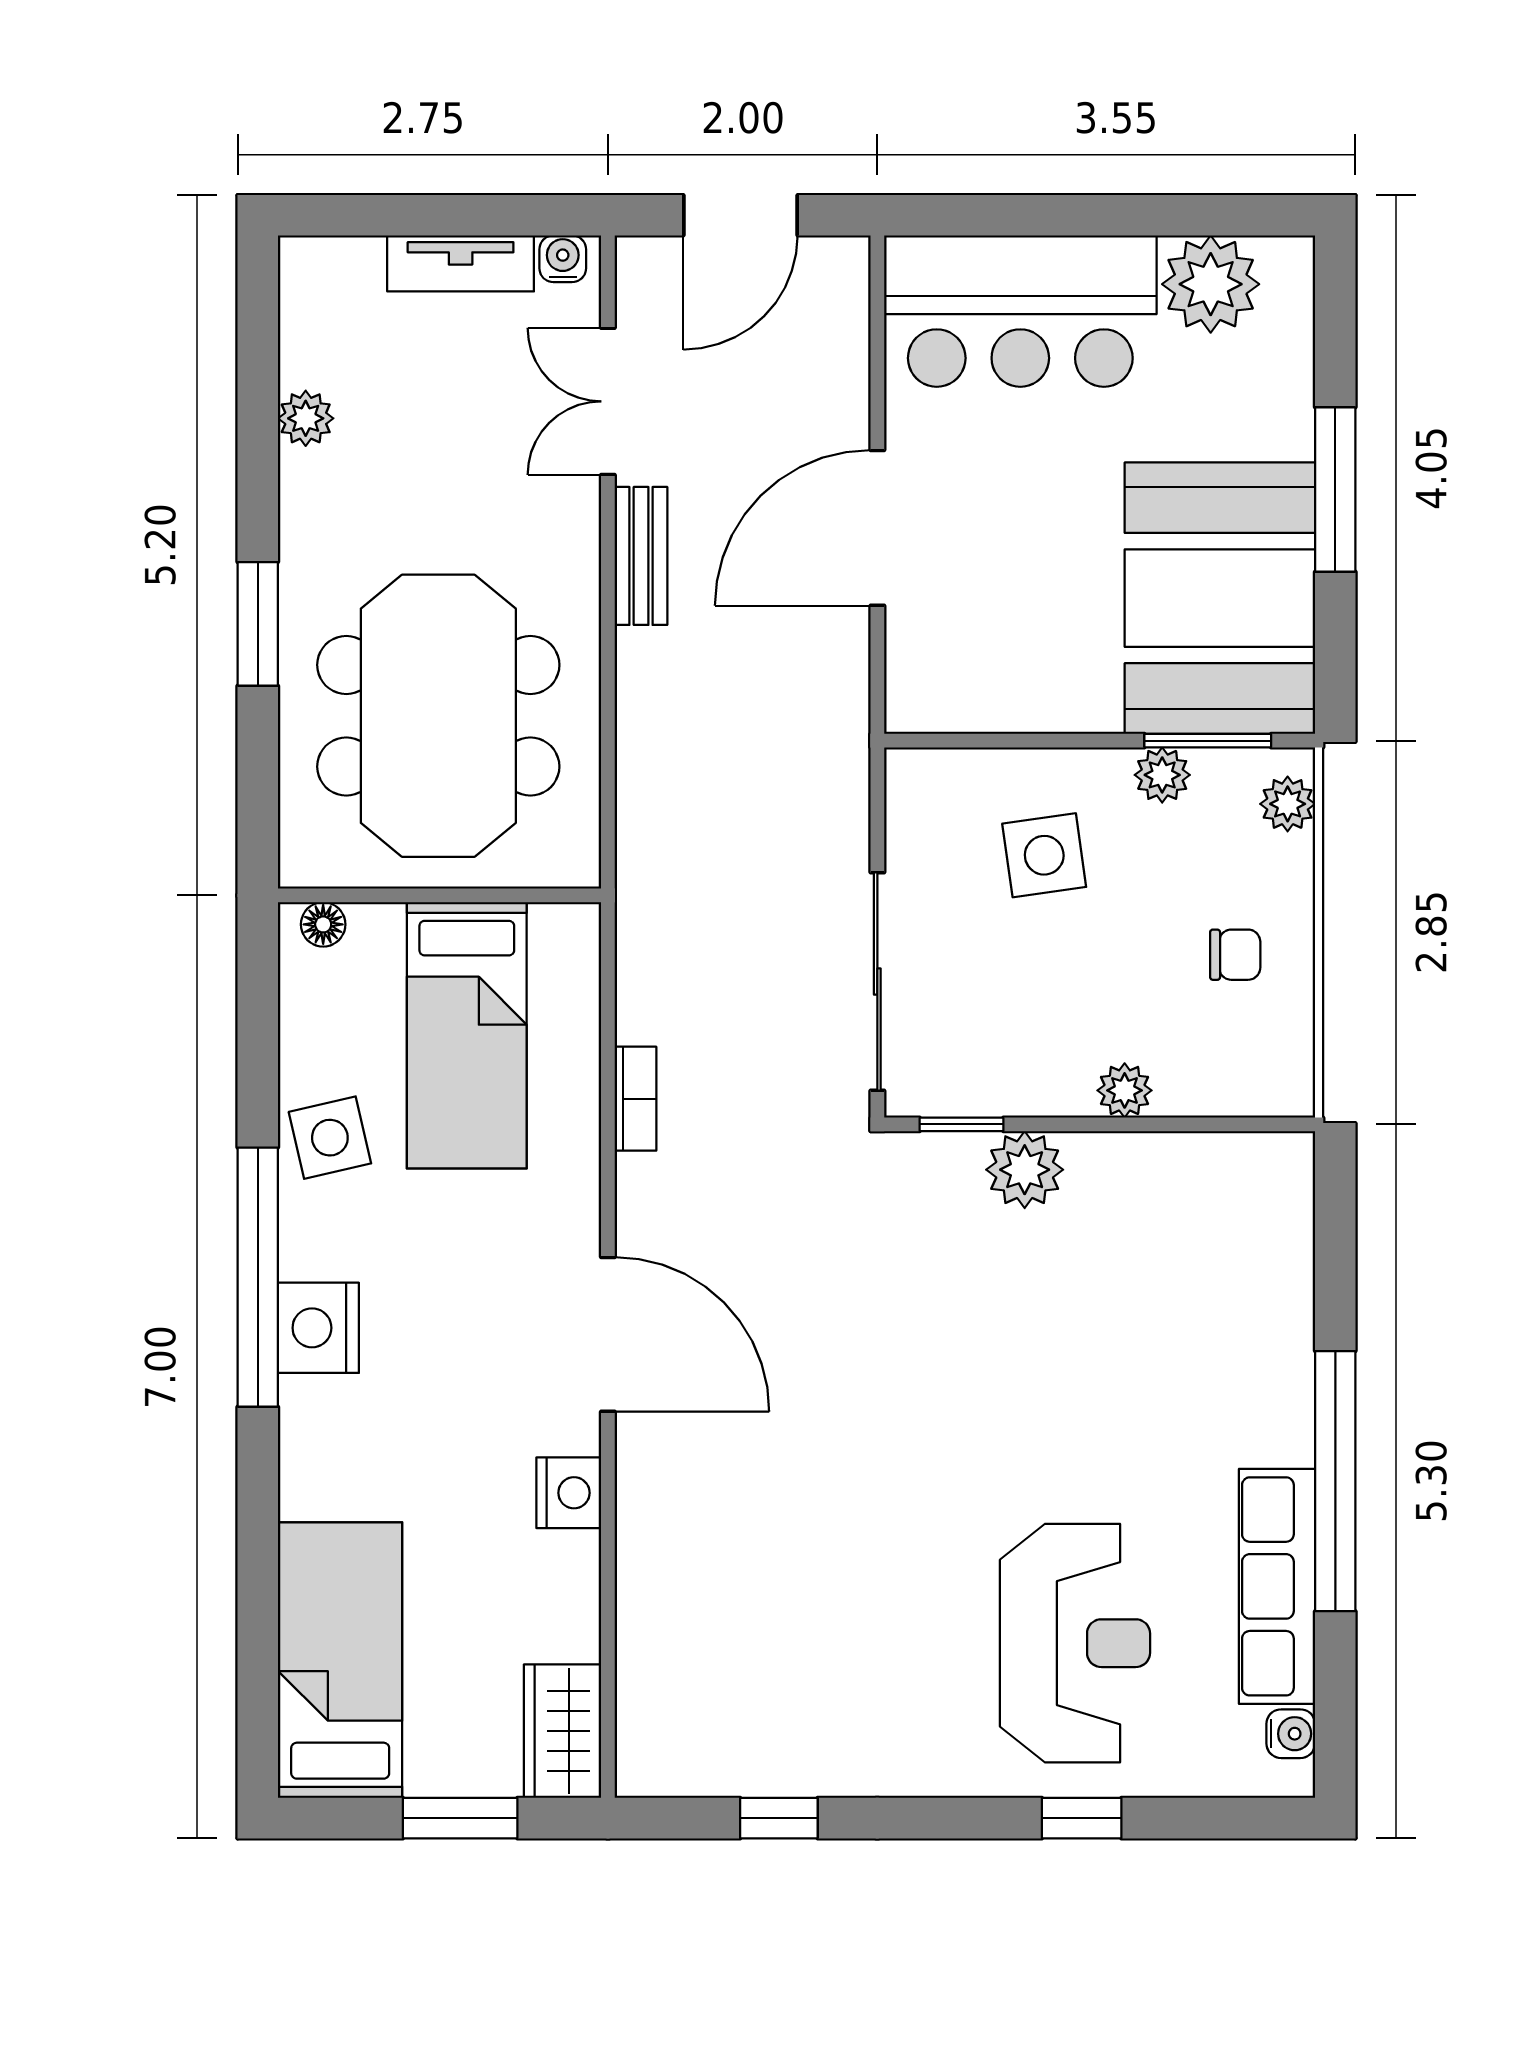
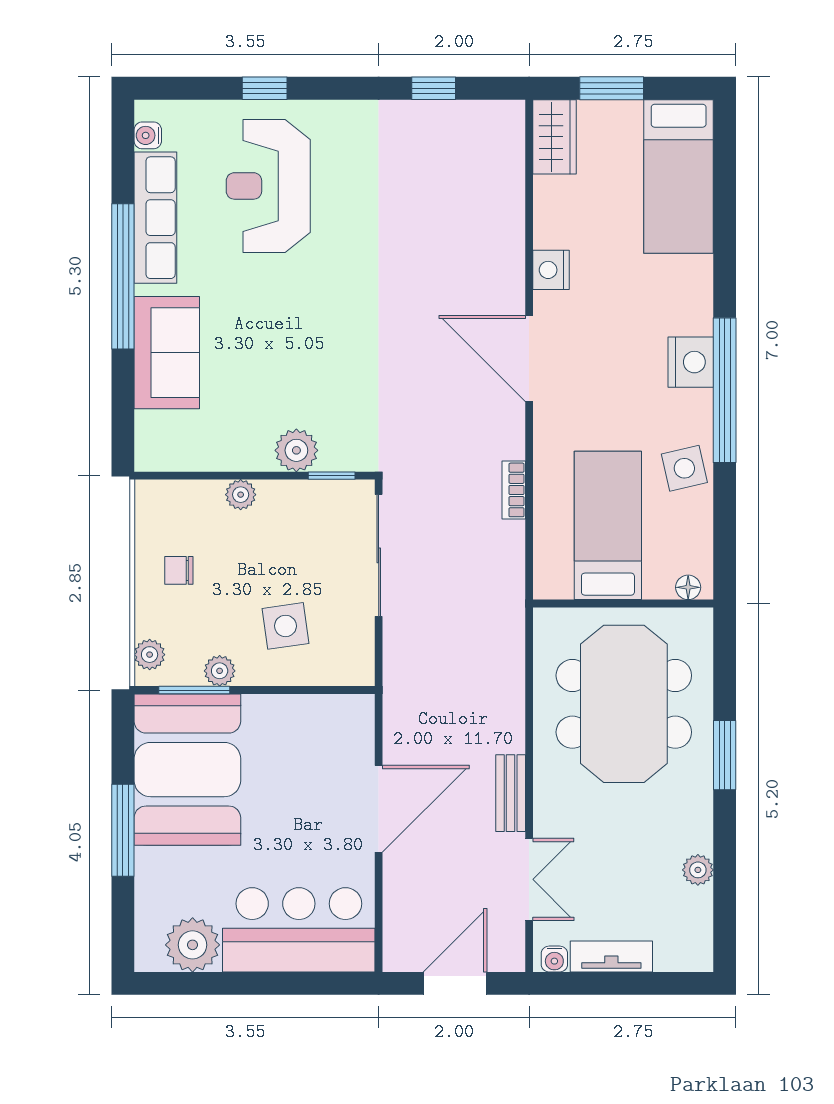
sofa: (1257, 1345) -> (167, 353), added

